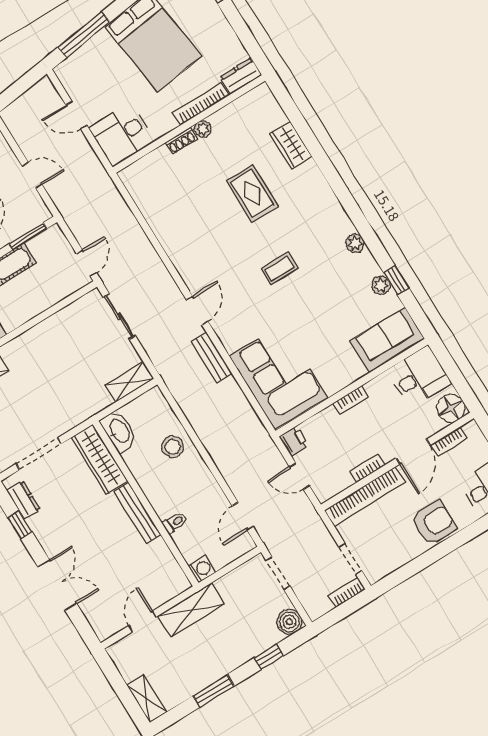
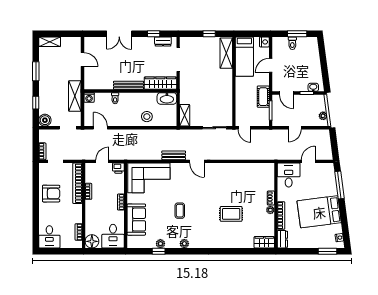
wardrobe: (291, 145) -> (264, 242), moved
coffee table: (280, 269) -> (180, 211), moved
sofa: (387, 340) -> (136, 220), moved
door: (413, 452) -> (84, 214), removed
armchair: (434, 523) -> (51, 194), moved, turned -90
shelving: (191, 610) -> (75, 96), moved

